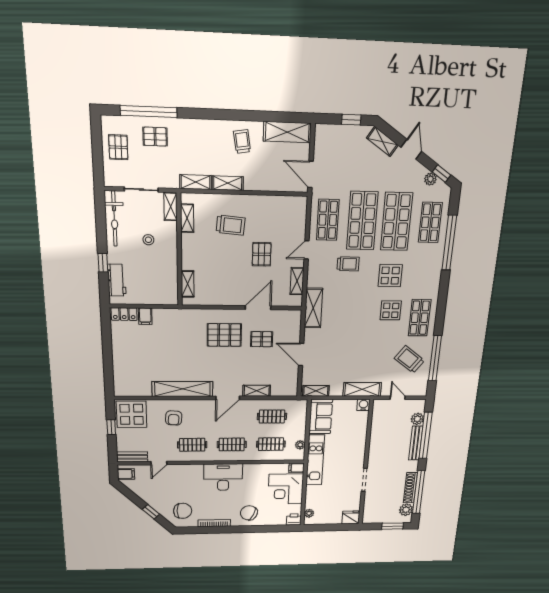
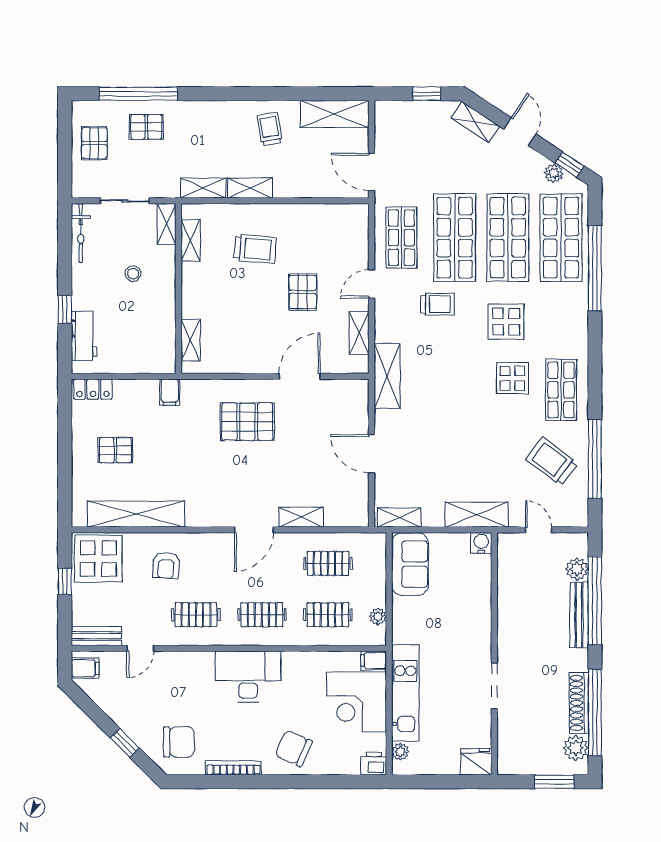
bicycle: (114, 219) -> (81, 233), width x0.73, depth x0.71
shop shelf: (430, 222) -> (561, 238), width x1.43, depth x1.36
filing cabinet: (145, 316) -> (170, 392), moved
pallet: (262, 339) -> (115, 450), moved
shelving: (182, 389) -> (136, 514), moved
kitchen unit: (315, 460) -> (405, 693), moved

